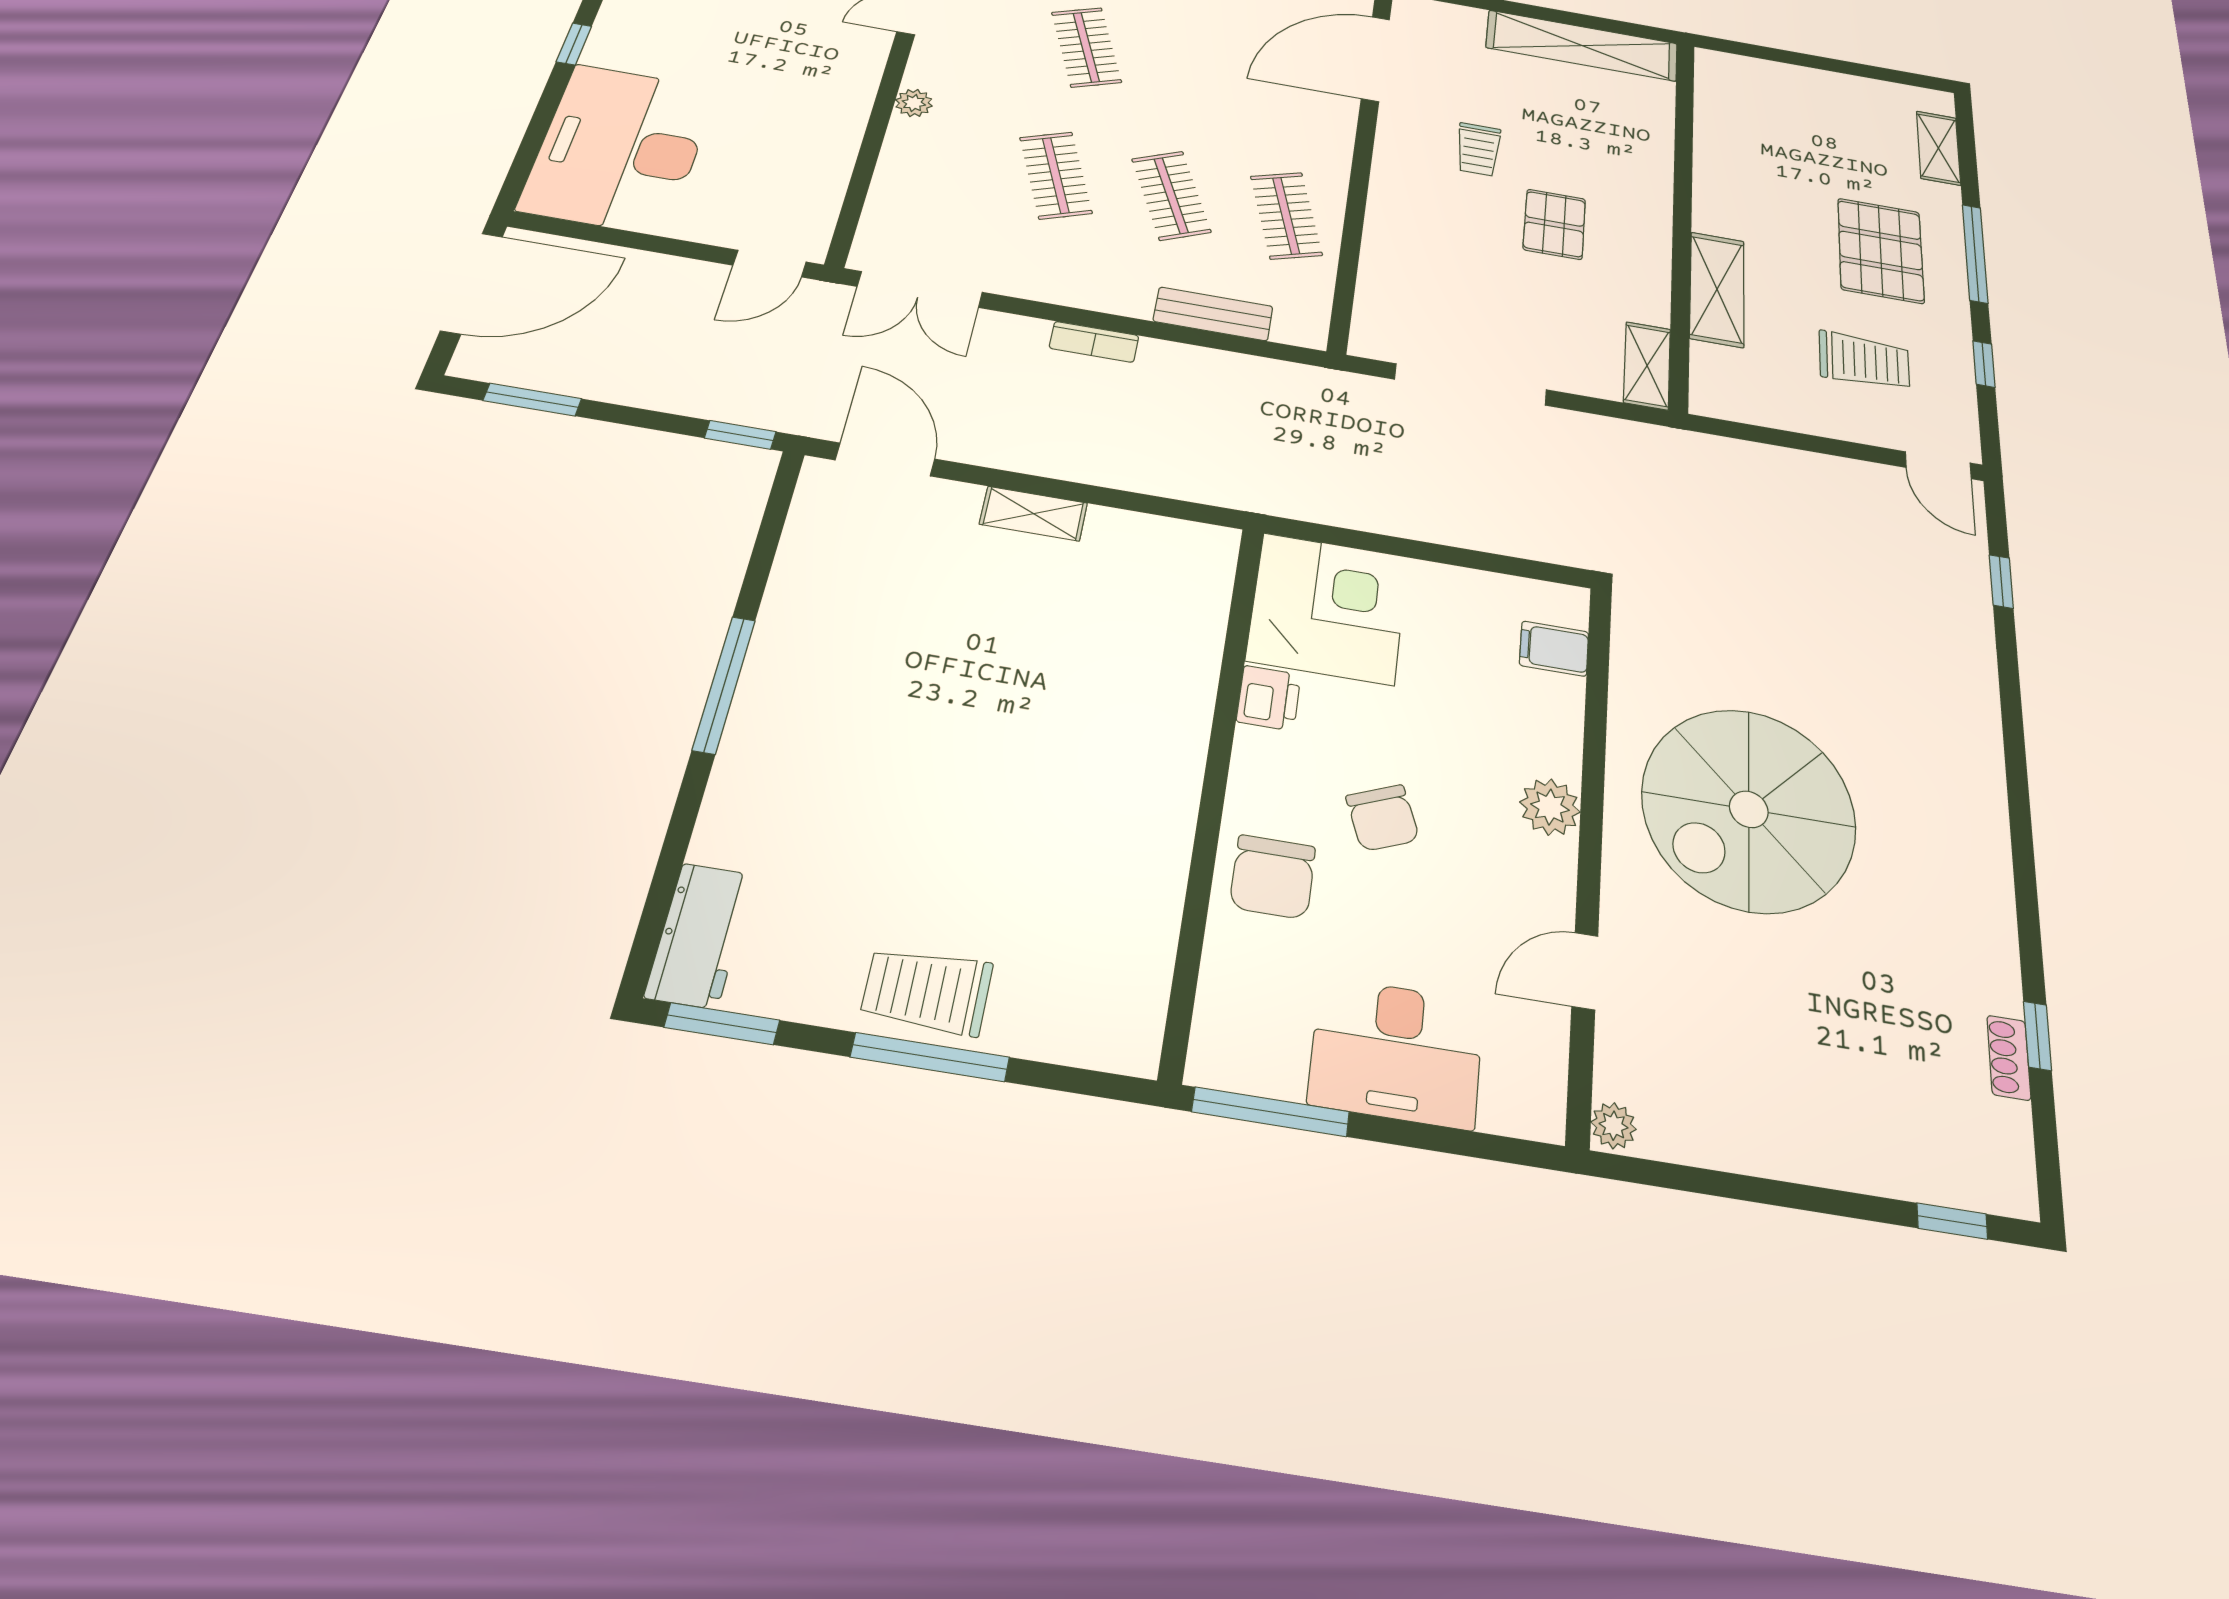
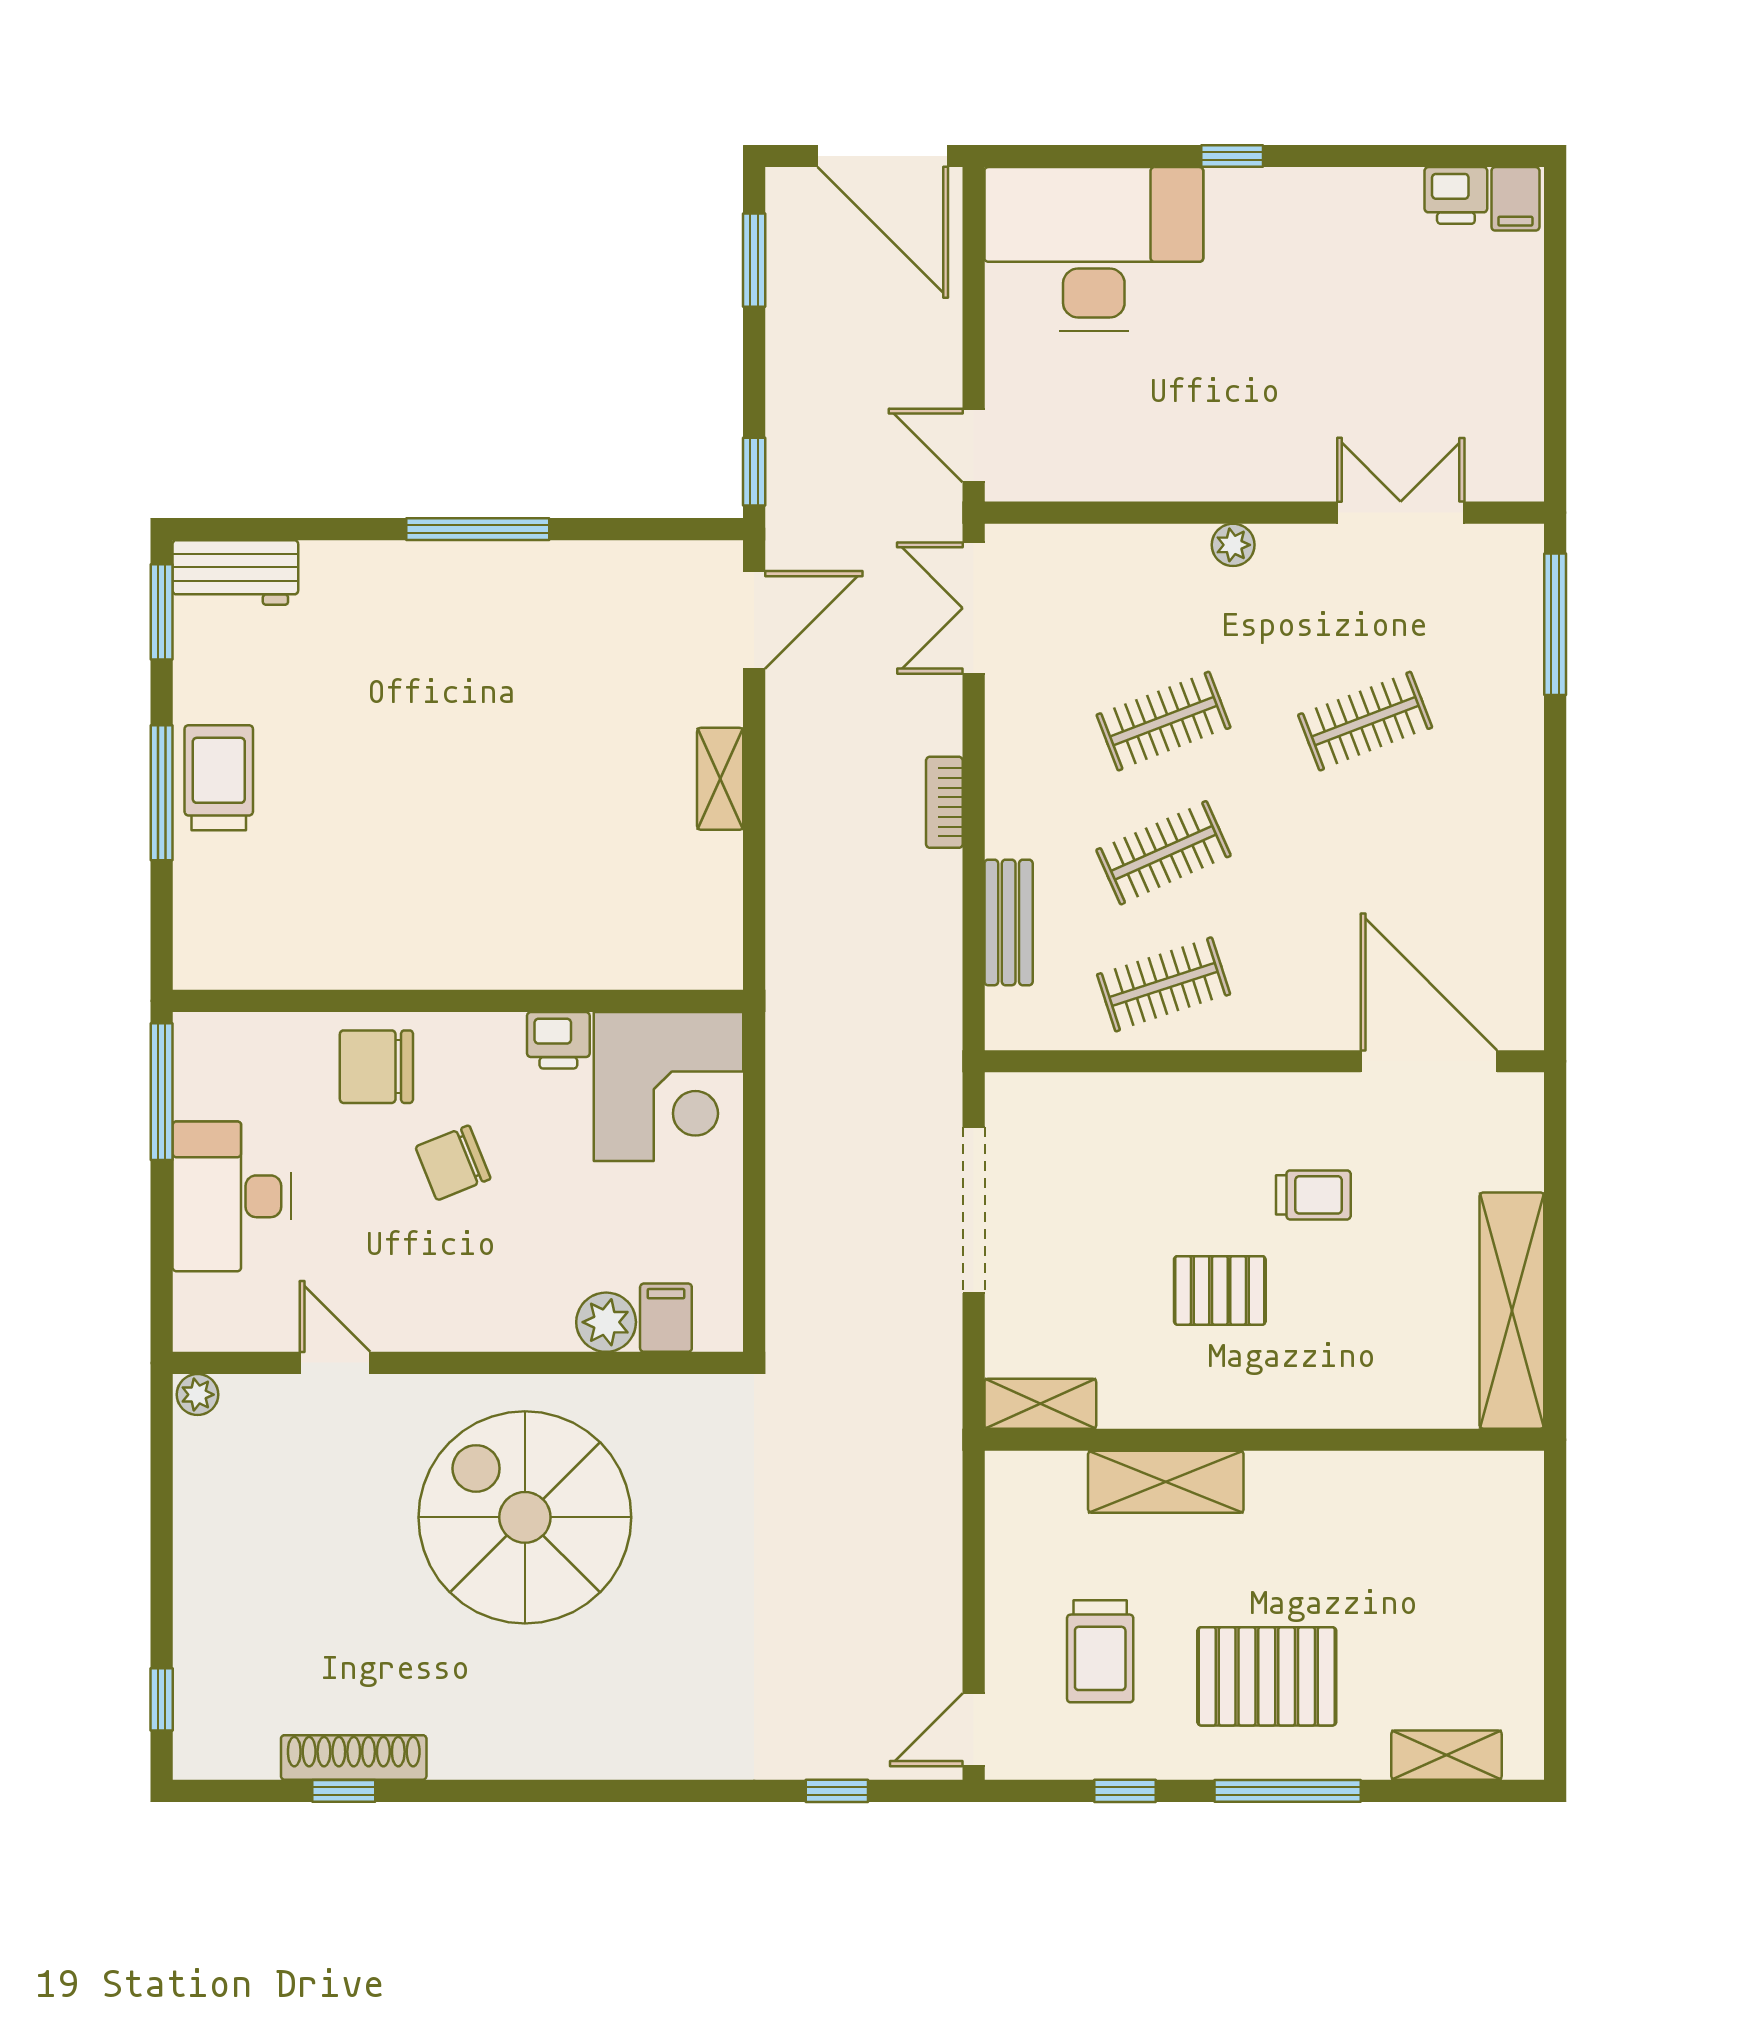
trolley: (1478, 149) -> (1313, 1195), turned 180
plant: (1550, 807) -> (606, 1322), moved
shoe rack: (2009, 1058) -> (354, 1757), width x1.94, depth x1.24

